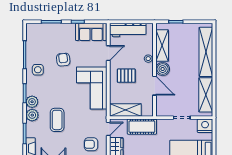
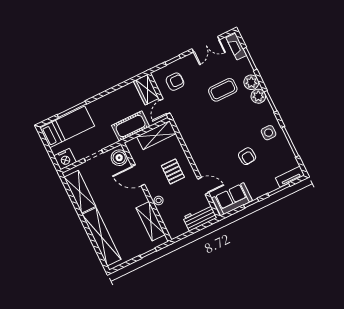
tv unit: (38, 28) -> (290, 177), added
workbench: (128, 30) -> (200, 218), width x0.73
door: (108, 53) -> (203, 186), swing flipped
boiler: (163, 69) -> (119, 158), moved
pallet: (126, 76) -> (173, 171), turned 90
corner sofa: (92, 88) -> (203, 141), removed
coffee table: (57, 120) -> (223, 90), turned 90

